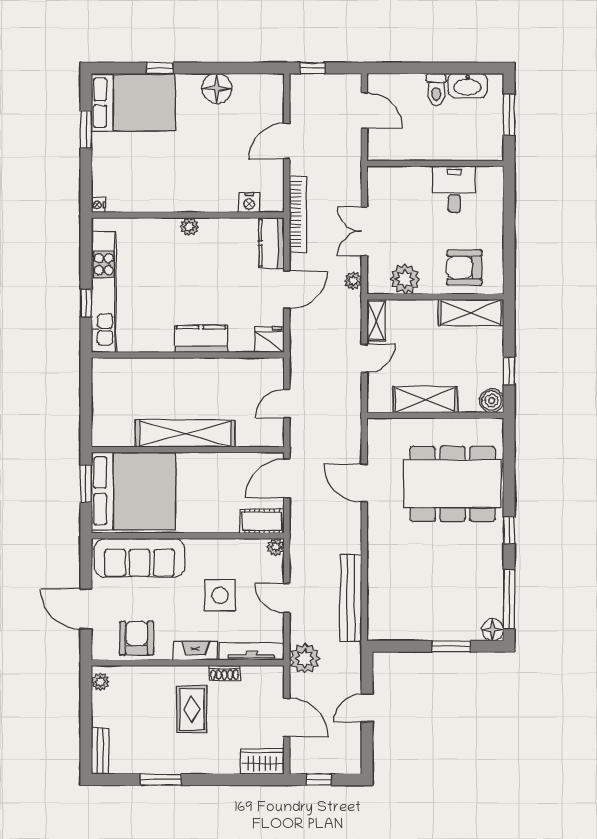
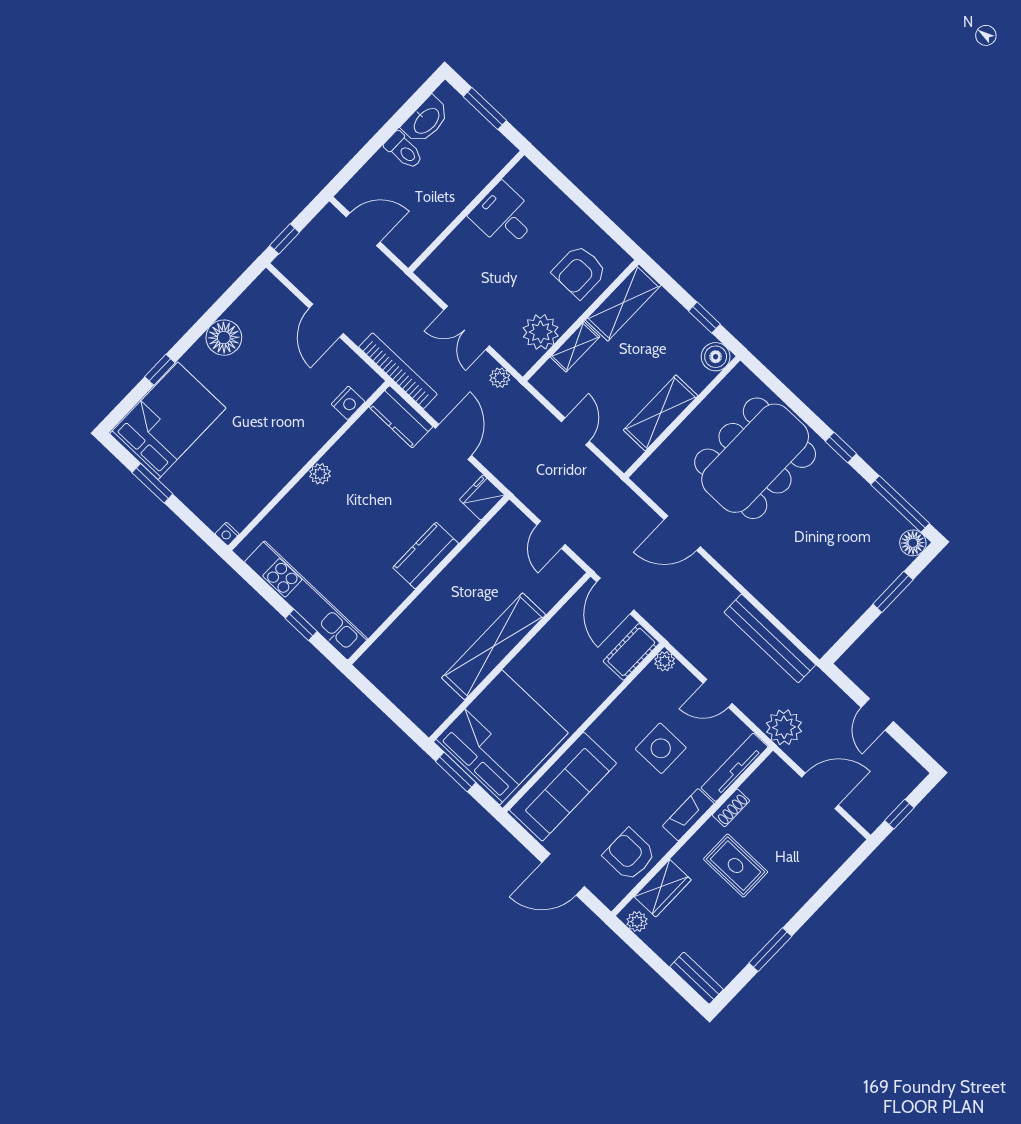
shelving: (376, 320) -> (575, 347), moved, turned 90
wardrobe: (262, 762) -> (663, 888), moved, turned 180

